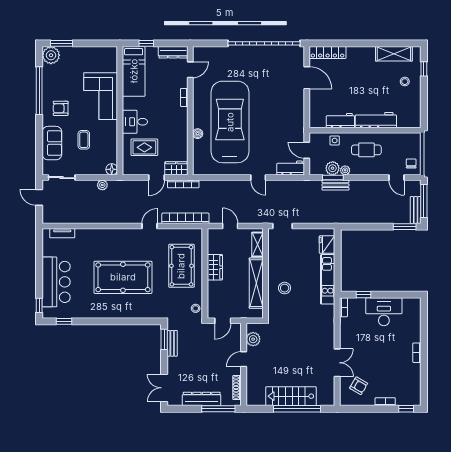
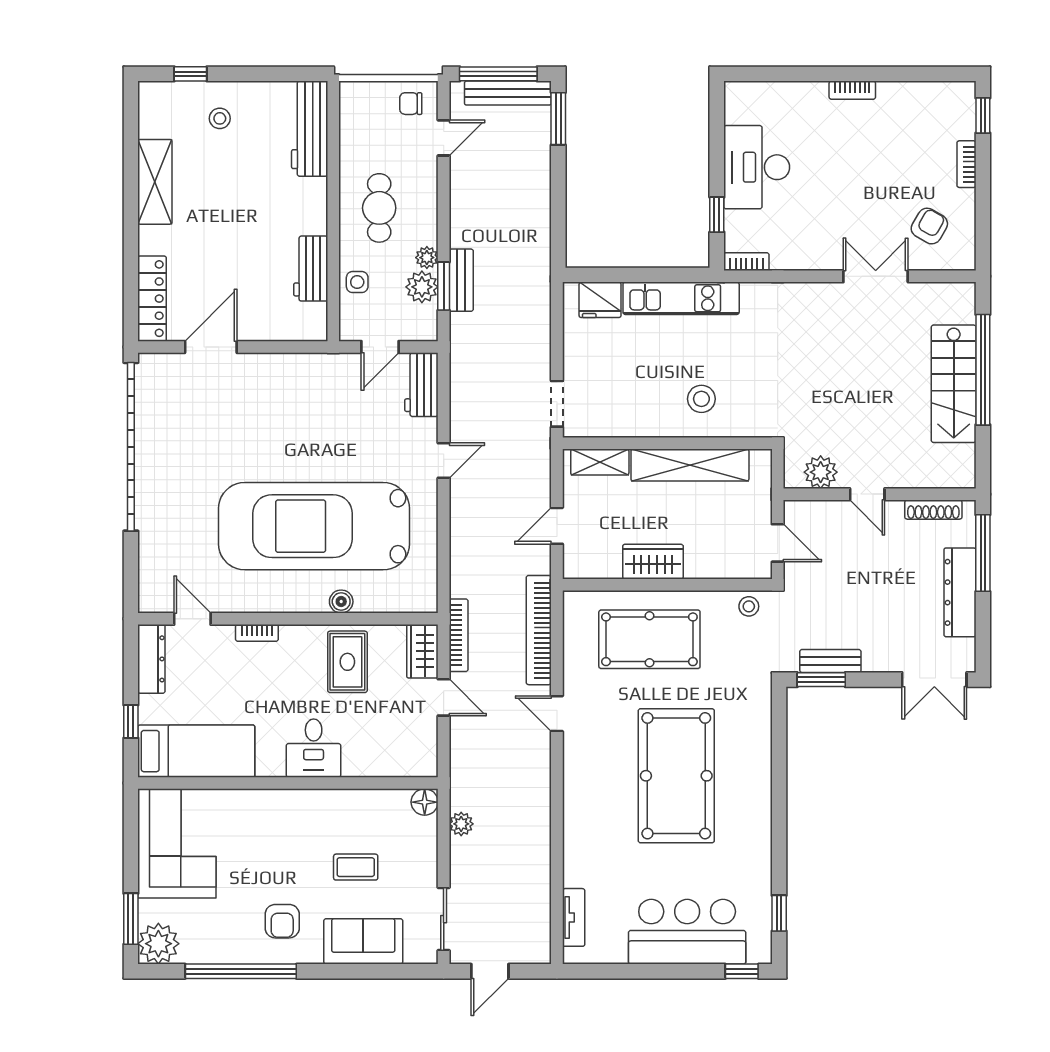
shelving: (394, 54) -> (155, 182), moved
corner sofa: (101, 96) -> (177, 843), moved, turned -90
workbench: (376, 120) -> (310, 129), moved
rug: (144, 147) -> (347, 662), moved
bench: (416, 210) -> (508, 93), width x1.36

